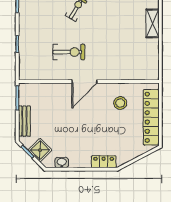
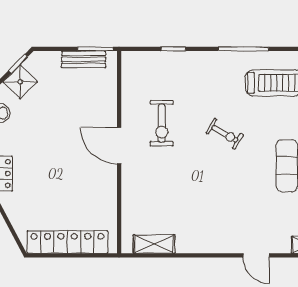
shelving: (153, 23) -> (154, 244), moved
stool: (120, 103) -> (88, 197), removed
bench: (24, 121) -> (84, 59), moved

